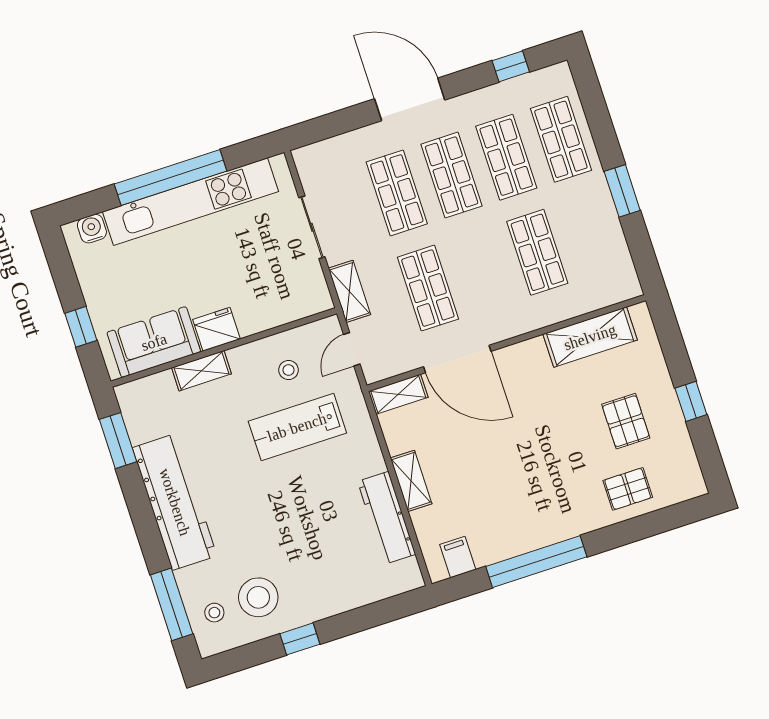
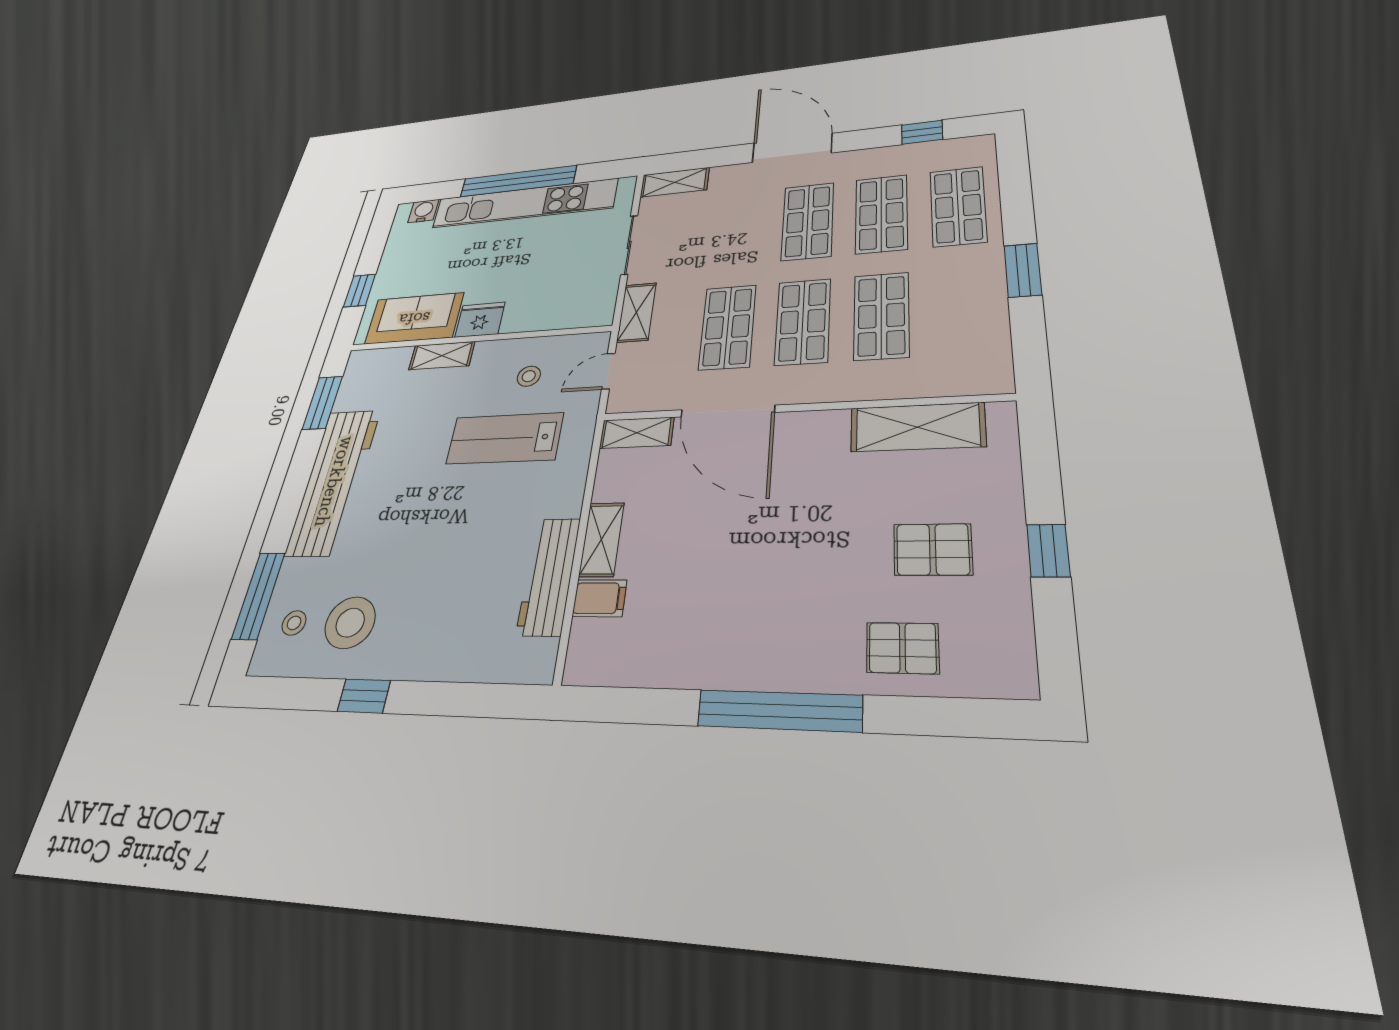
shelving: (322, 154) -> (675, 182), added
shop shelf: (397, 193) -> (803, 321), moved
pallet: (626, 421) -> (933, 549), turned 90
filing cabinet: (458, 557) -> (600, 598), moved, turned 90
window: (536, 562) -> (779, 711), moved

